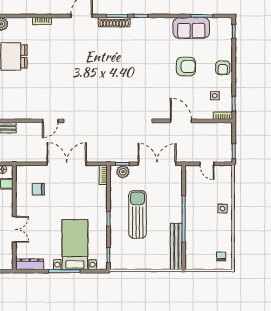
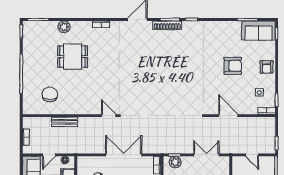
sofa: (191, 28) -> (258, 31), moved
door: (50, 121) -> (109, 116), swing flipped
double door: (157, 164) -> (206, 155), width x0.73

